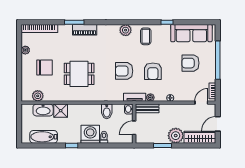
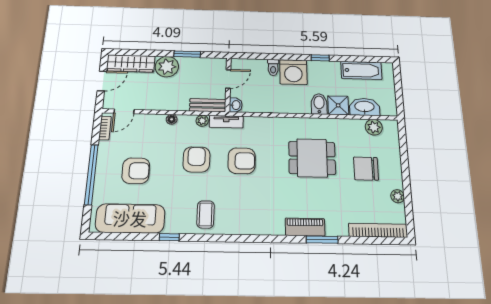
plant: (126, 30) -> (238, 225), removed
bidet: (107, 111) -> (319, 104), moved

